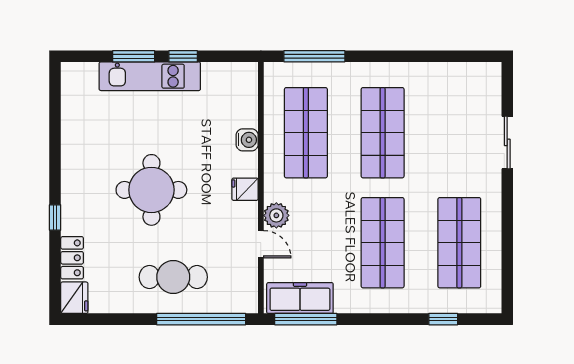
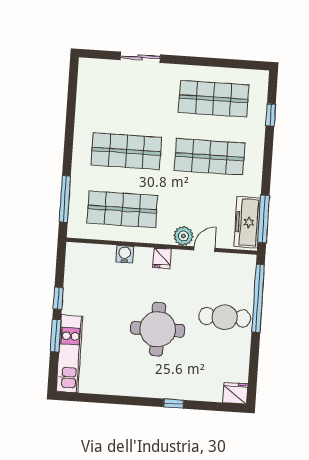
kitchen unit: (150, 76) -> (69, 354), moved
locker: (72, 258) -> (205, 393), removed
cafe table: (173, 277) -> (225, 317), turned 90

